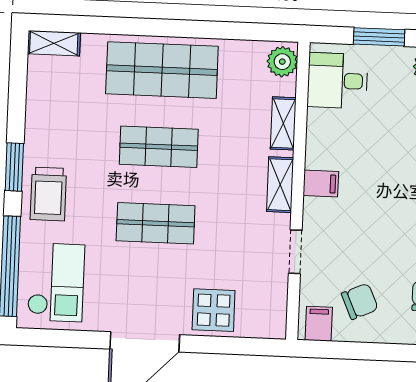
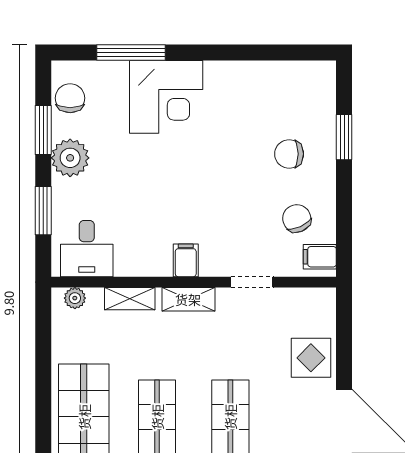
plant: (282, 62) -> (75, 298), width x0.73, depth x0.73

